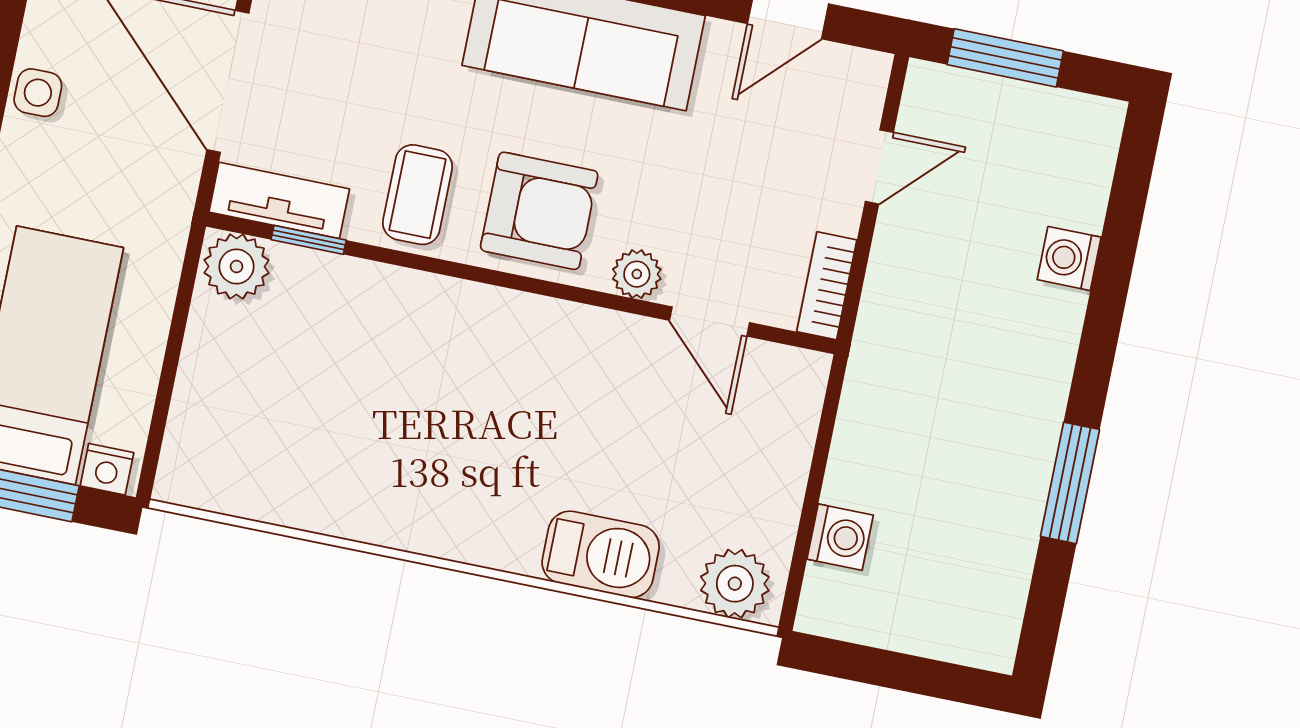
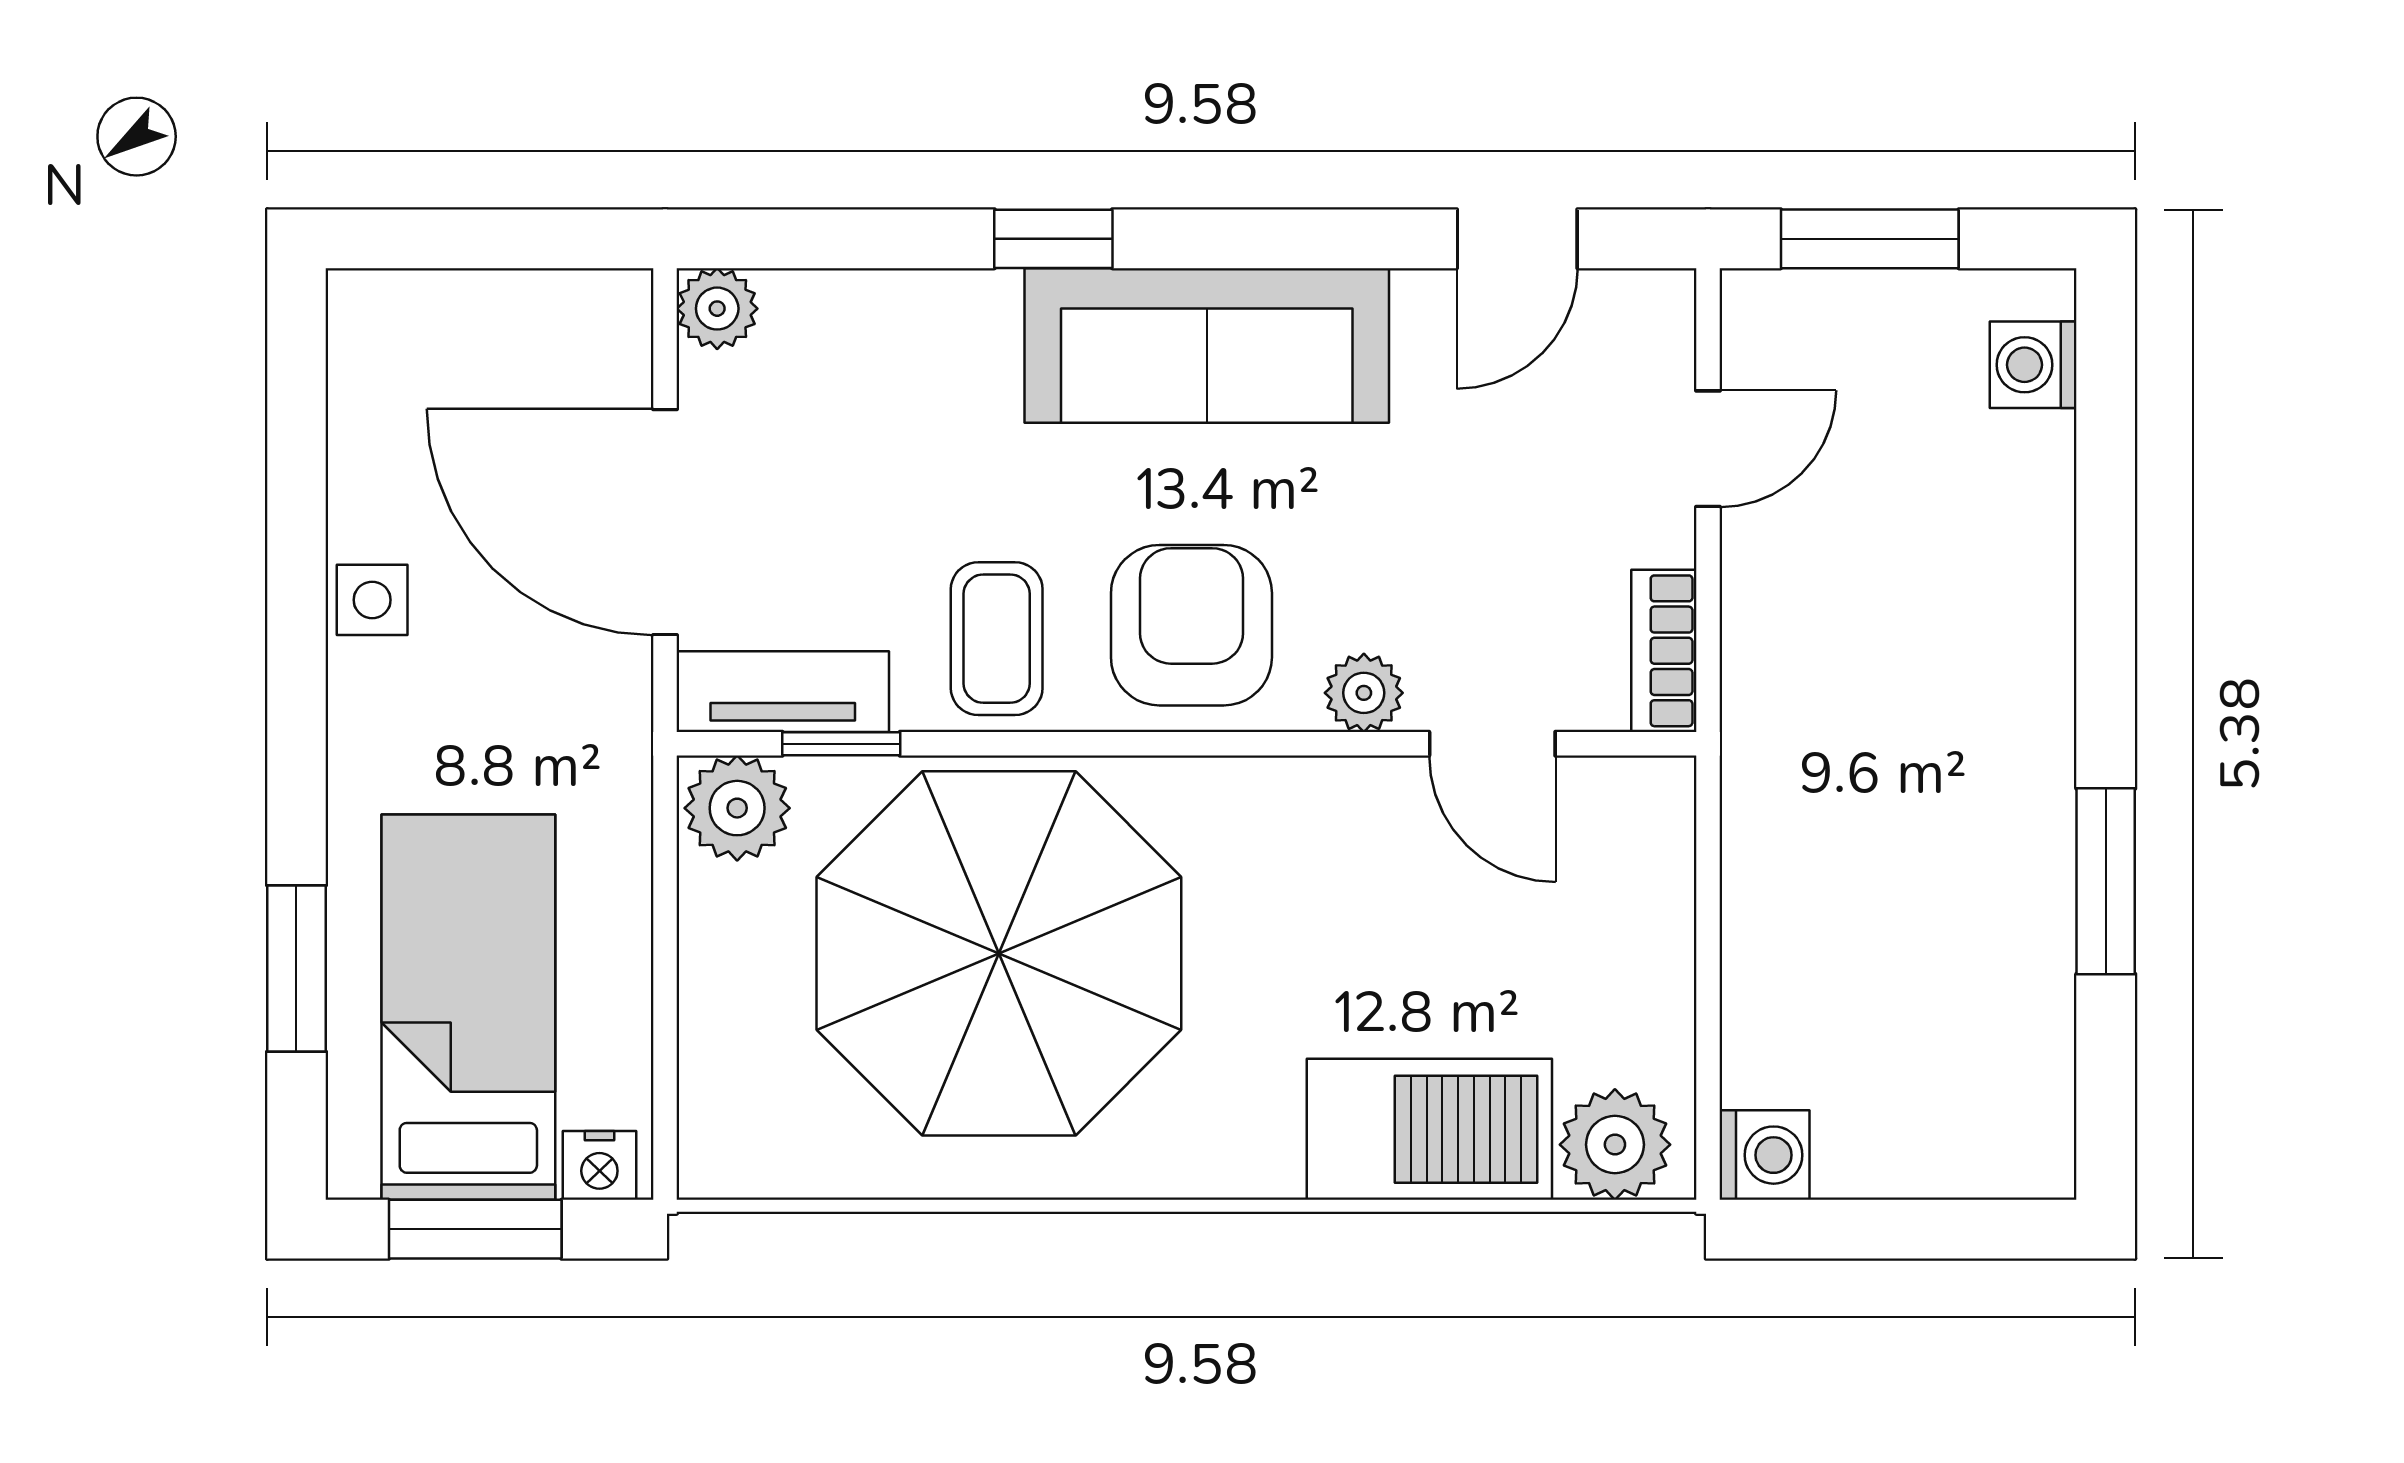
armchair: (539, 211) -> (1191, 625), turned -90
washing machine: (1069, 258) -> (2033, 365), moved
parasol: (380, 389) -> (999, 953), added
washing machine: (840, 537) -> (1765, 1155), moved
barbecue: (601, 554) -> (1429, 1129), width x1.37, depth x1.21

